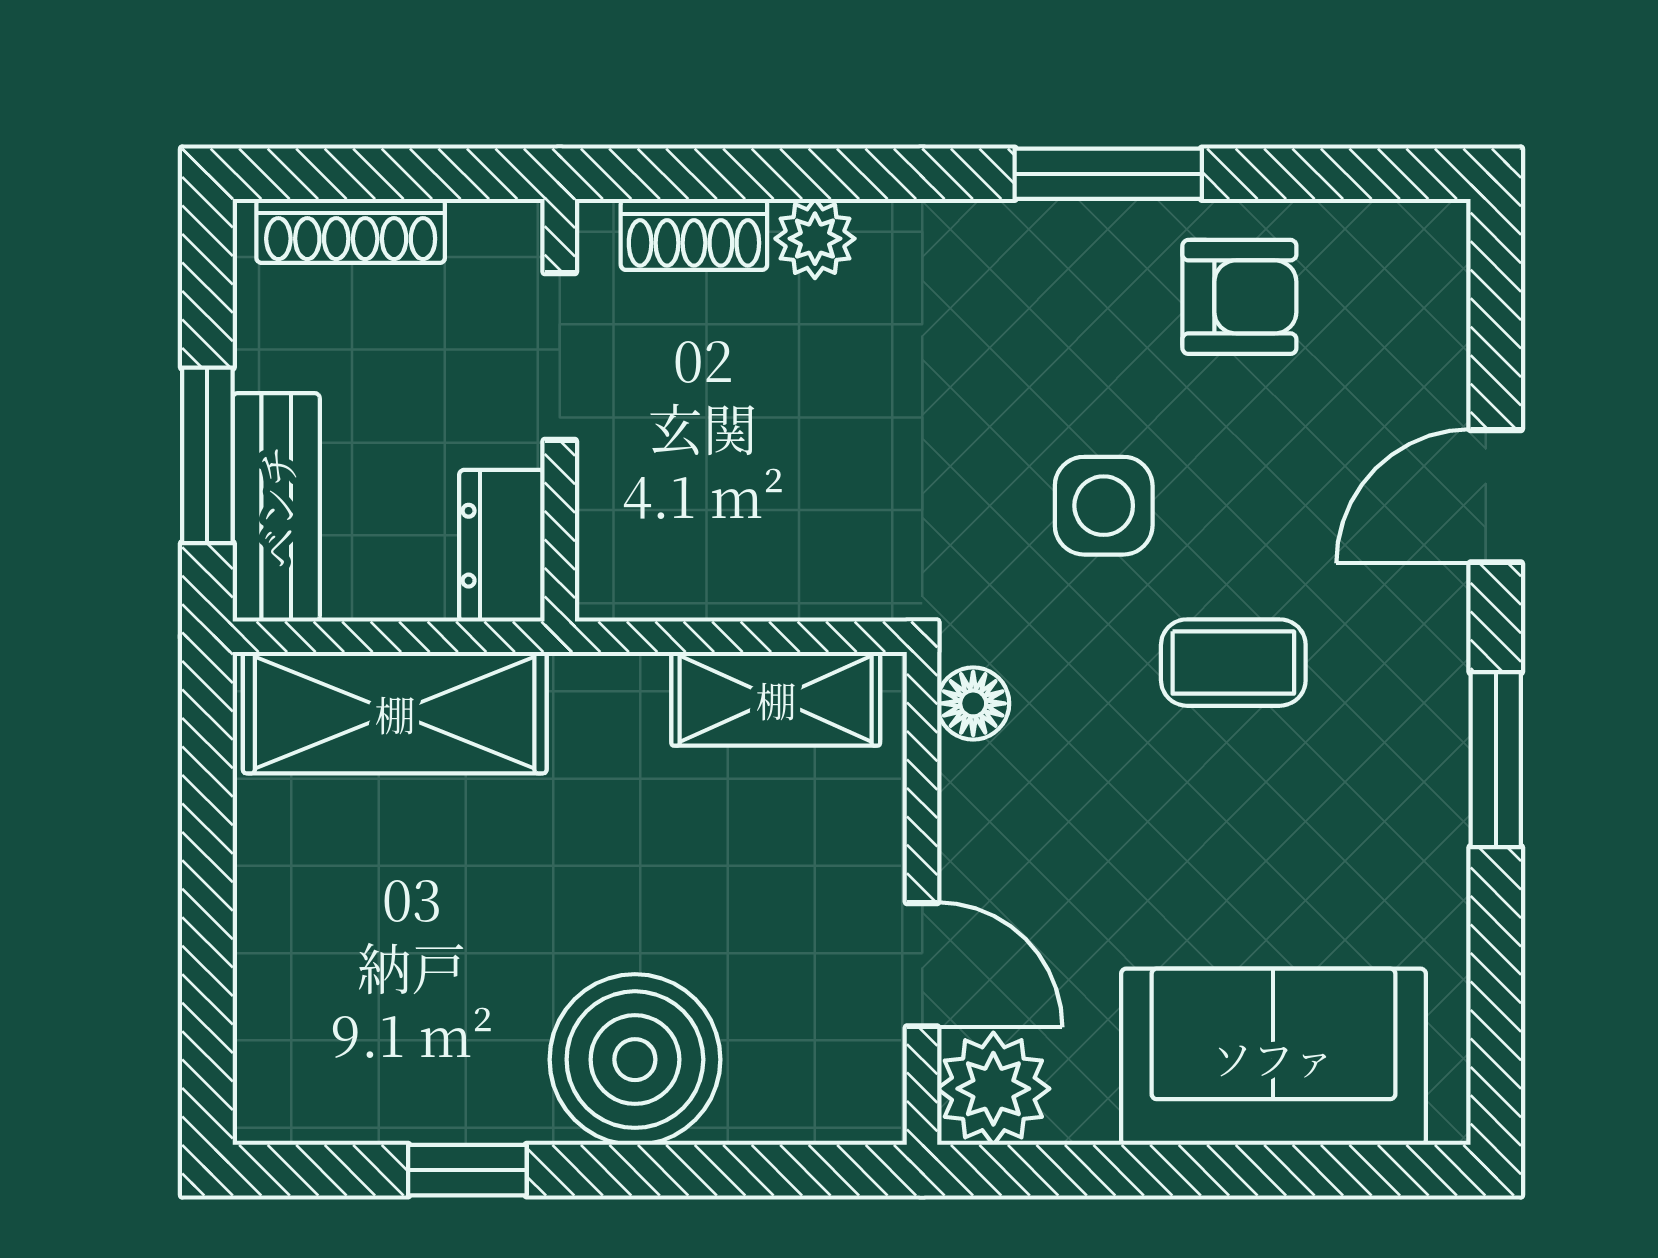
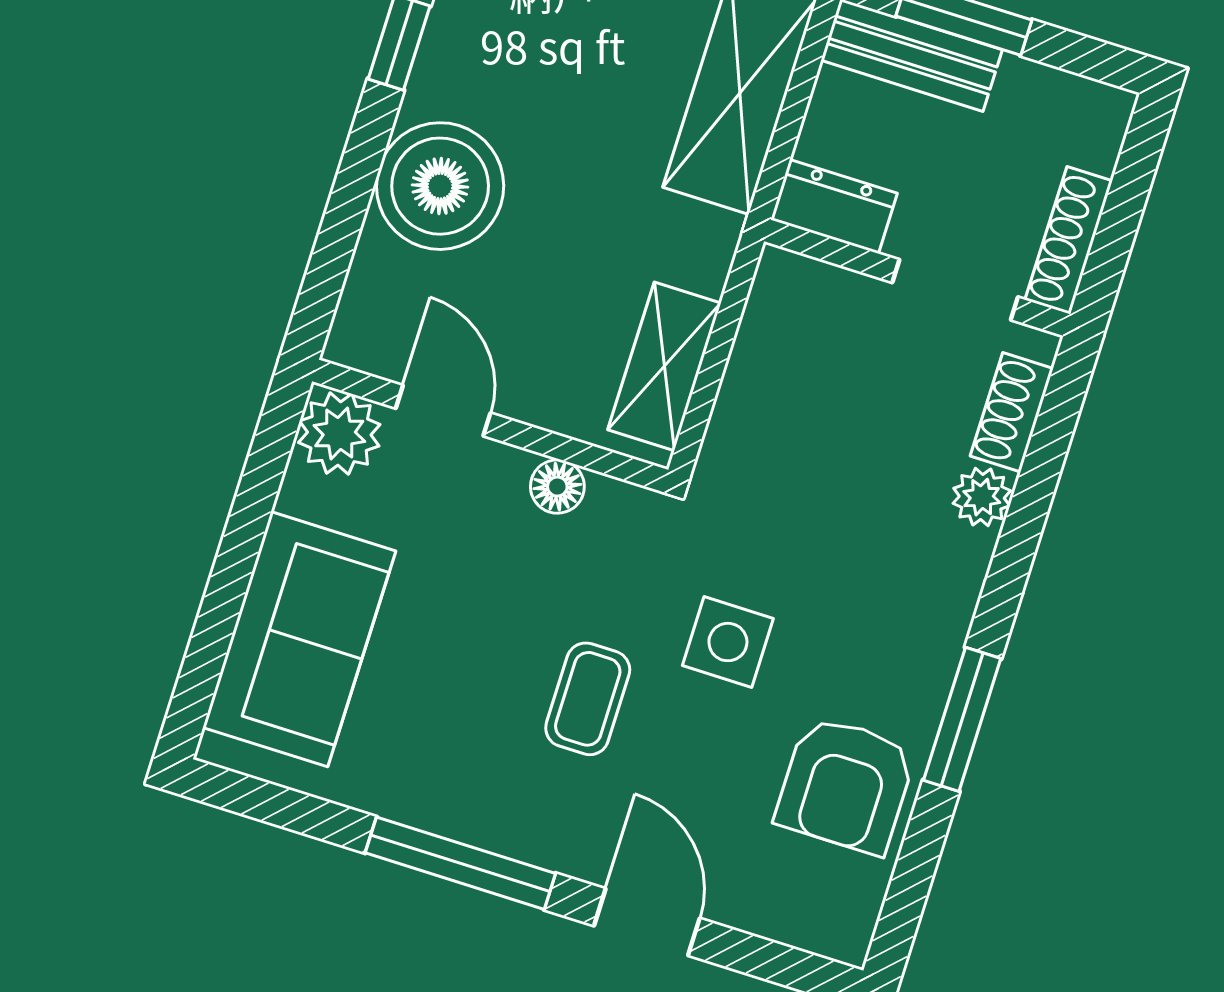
shoe rack: (351, 231) -> (1069, 240), moved
armchair: (1239, 297) -> (846, 785), width x1.38, depth x1.38
floor lamp: (973, 703) -> (557, 487), moved
window: (1496, 760) -> (460, 863), width x1.44
door: (922, 965) -> (443, 411), swing flipped

